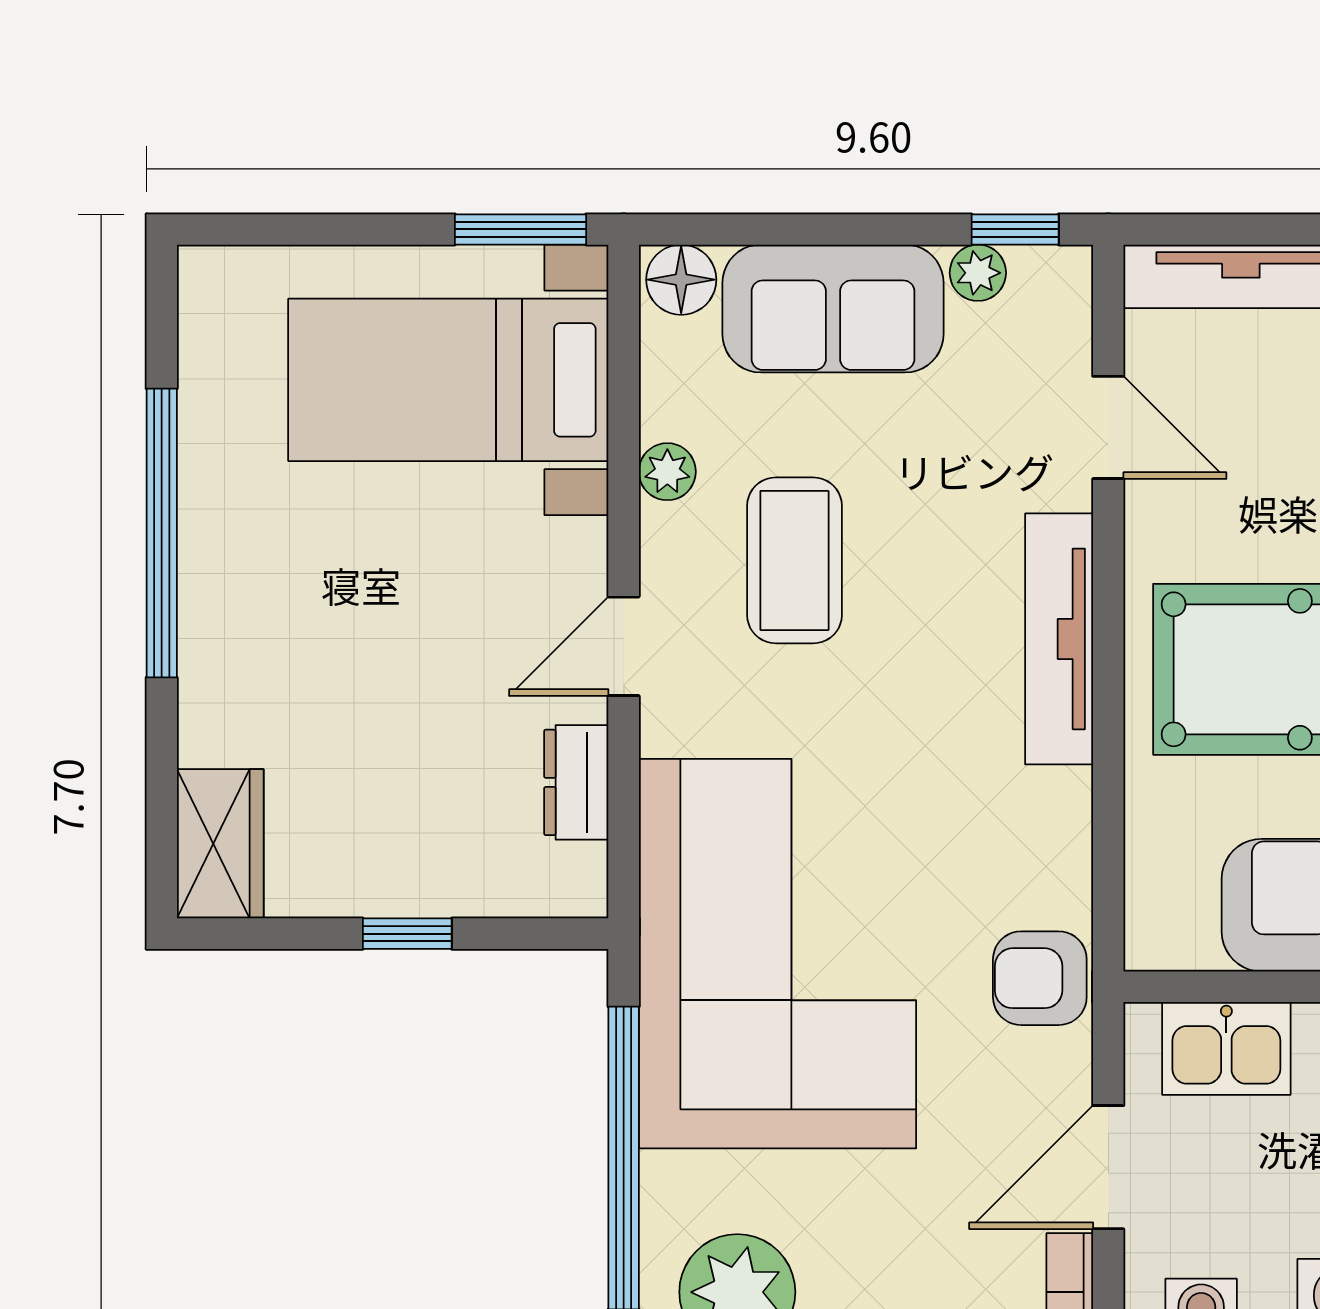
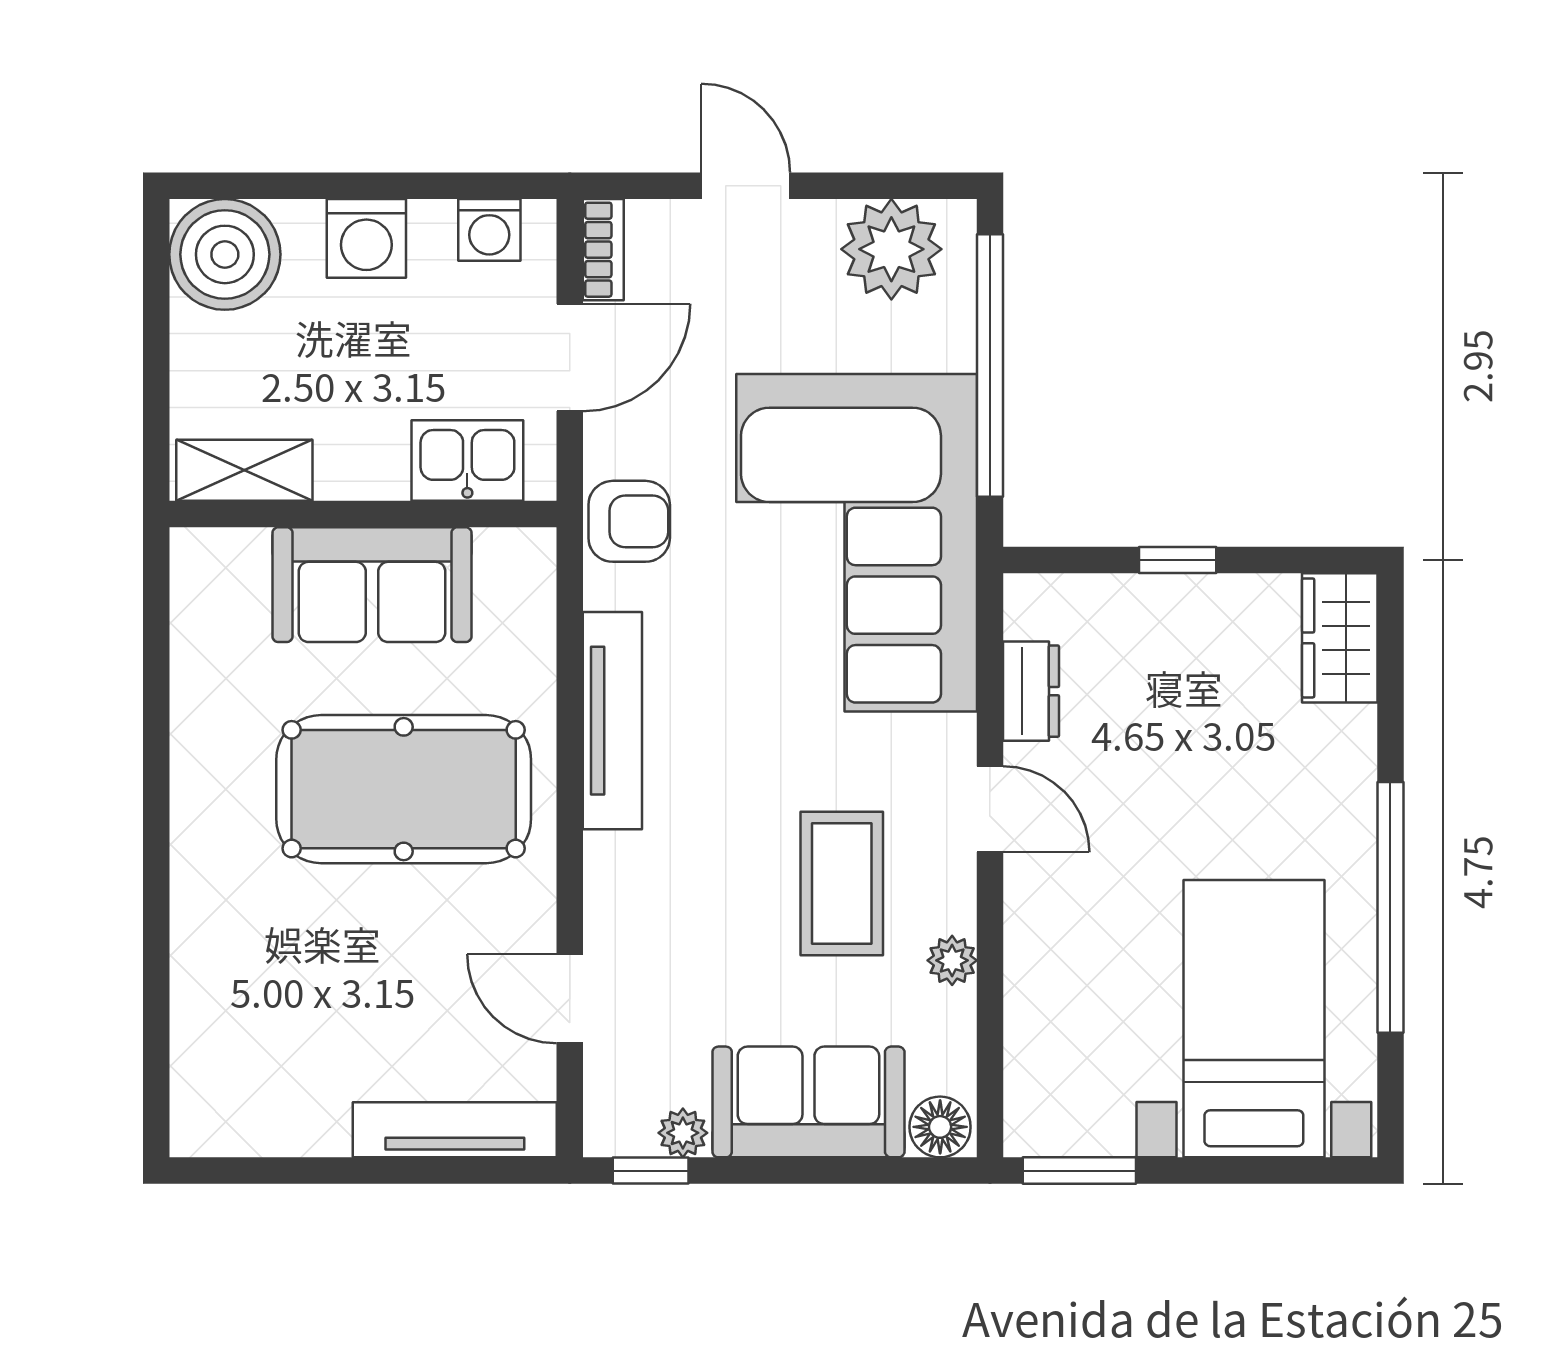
bed with nightstands: (448, 380) -> (1254, 1019), moved, turned -90
tv unit: (1059, 639) -> (612, 721), moved
door: (624, 646) -> (990, 809), hinge flipped

